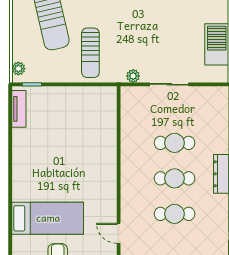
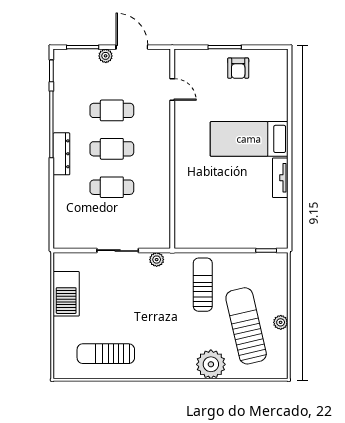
plant: (18, 69) -> (281, 322), moved
tv unit: (19, 109) -> (280, 178), moved
bed: (48, 218) -> (249, 139), moved

